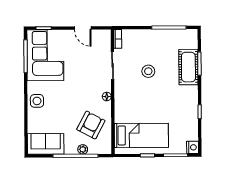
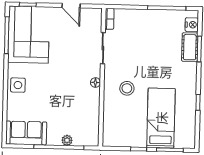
cot: (188, 67) -> (190, 47), width x0.73, depth x0.75
stool: (148, 71) -> (127, 88), moved
armchair: (91, 125) -> (77, 114), removed
bed: (141, 135) -> (161, 118), moved, turned -90
nightstand: (193, 147) -> (192, 25), moved

